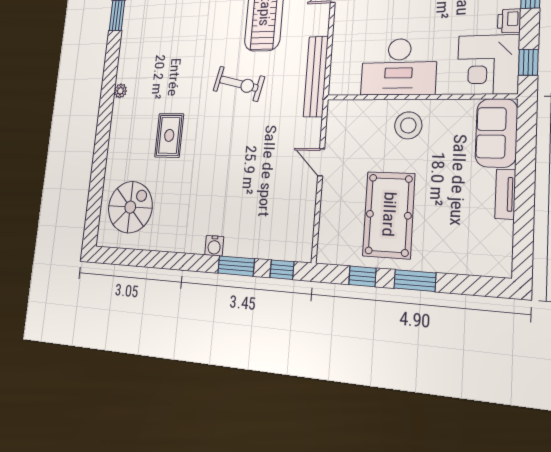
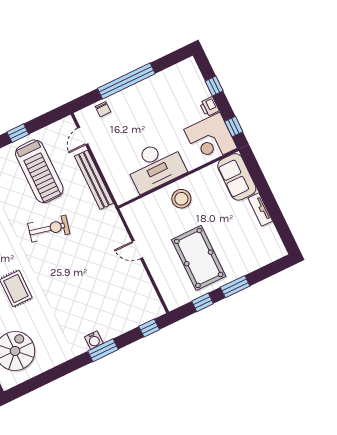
bench: (316, 76) -> (94, 180), moved
window: (236, 266) -> (103, 350), moved

